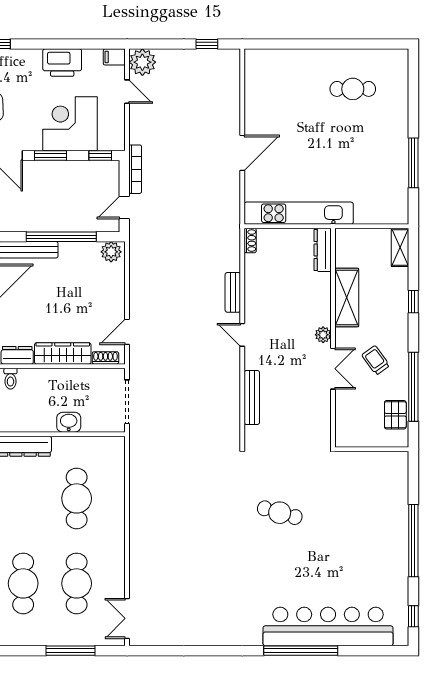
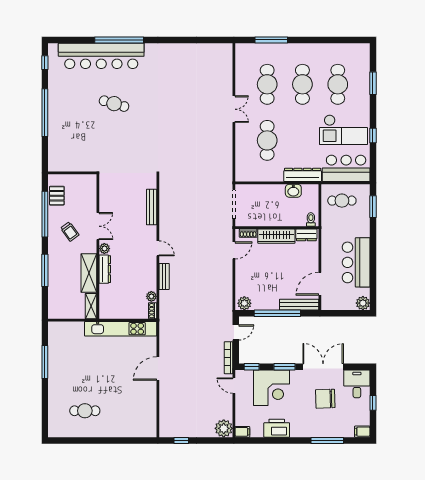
door: (127, 92) -> (234, 386), moved
shelving: (400, 247) -> (91, 306), moved
dresser: (323, 250) -> (105, 269), moved
plant: (252, 262) -> (151, 296), added
window: (413, 302) -> (45, 270), width x2.17
double door: (333, 369) -> (98, 226), swing flipped
washbasin: (69, 422) -> (293, 191), moved
cafe table: (280, 513) -> (114, 104), moved
double door: (127, 618) -> (234, 109), moved

